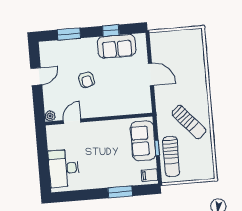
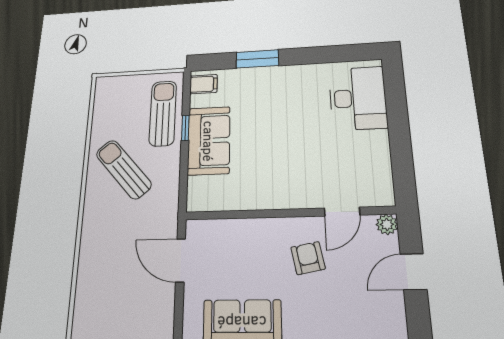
plant: (50, 116) -> (387, 224), moved
wall: (99, 119) -> (288, 213), moved
door: (72, 121) -> (342, 212), moved

